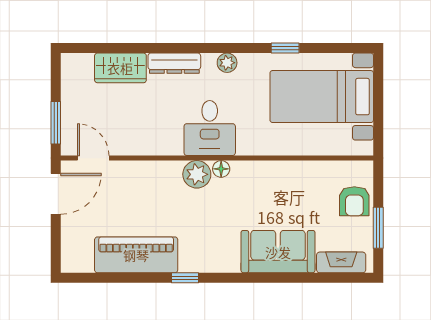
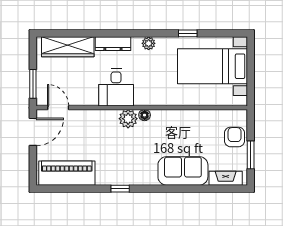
wardrobe: (120, 68) -> (68, 47), width x1.50
desk: (210, 128) -> (116, 87), moved
armchair: (354, 201) -> (235, 137), turned 180
piano: (136, 255) -> (67, 173), moved

